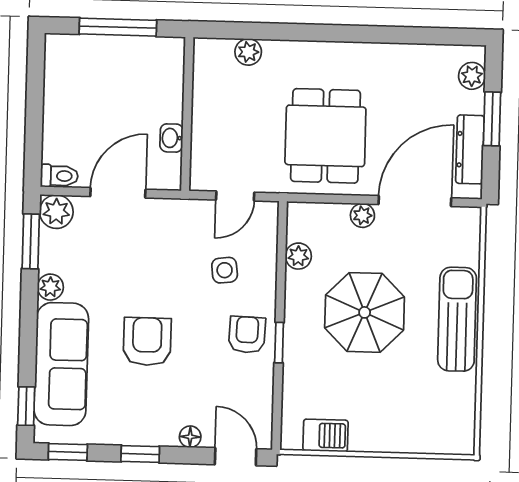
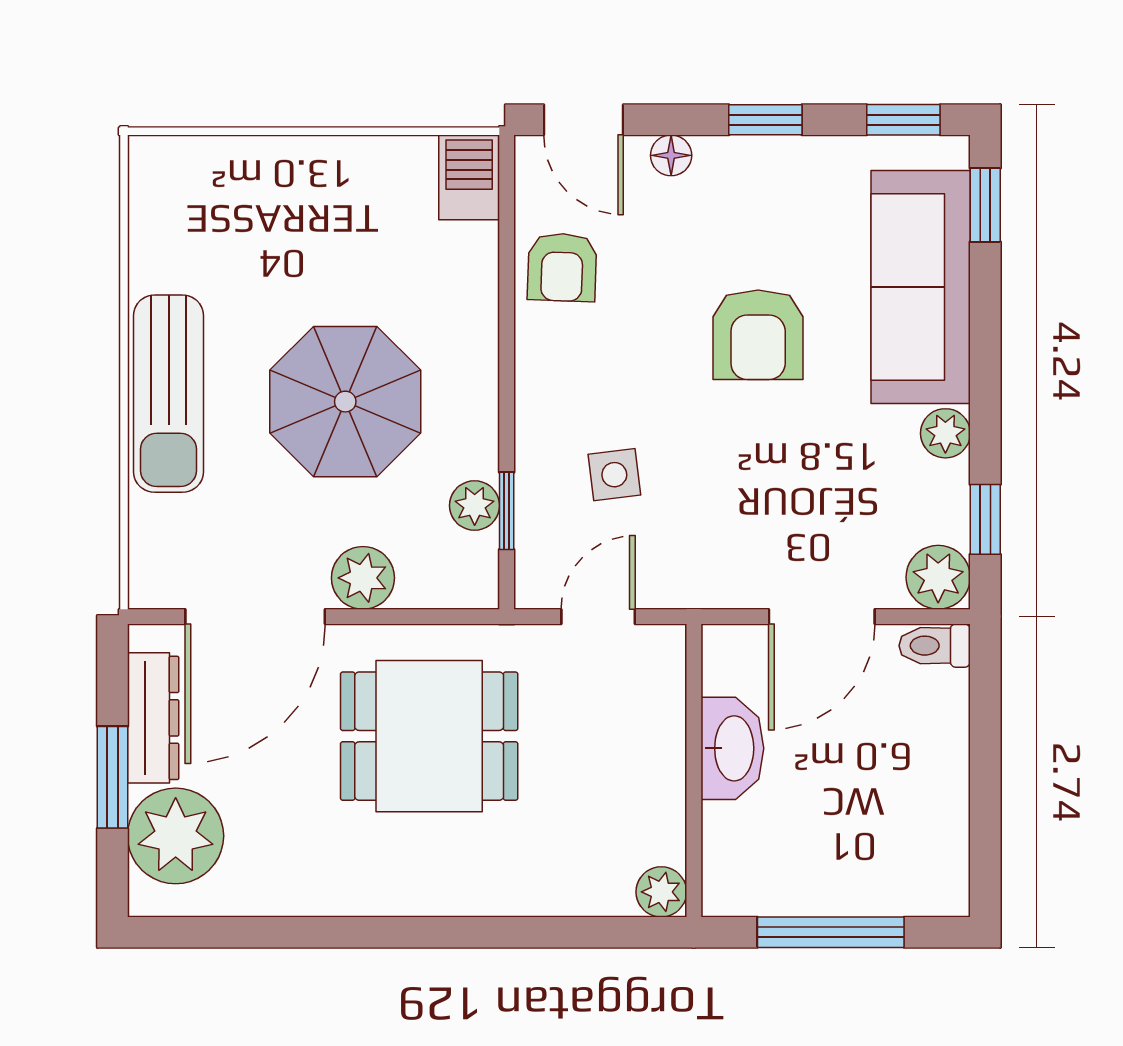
plant: (248, 52) -> (661, 892), moved
plant: (472, 76) -> (176, 836), width x1.88, depth x1.88
dining table: (325, 136) -> (429, 736), turned 90
washbasin: (171, 138) -> (732, 748), width x1.91, depth x1.45
plant: (362, 215) -> (363, 578), width x1.38, depth x1.38
window: (31, 241) -> (985, 519), width x0.67
armchair: (247, 335) -> (562, 267), moved
window: (279, 343) -> (507, 511), moved
barbecue: (326, 435) -> (469, 177), moved, turned 90

